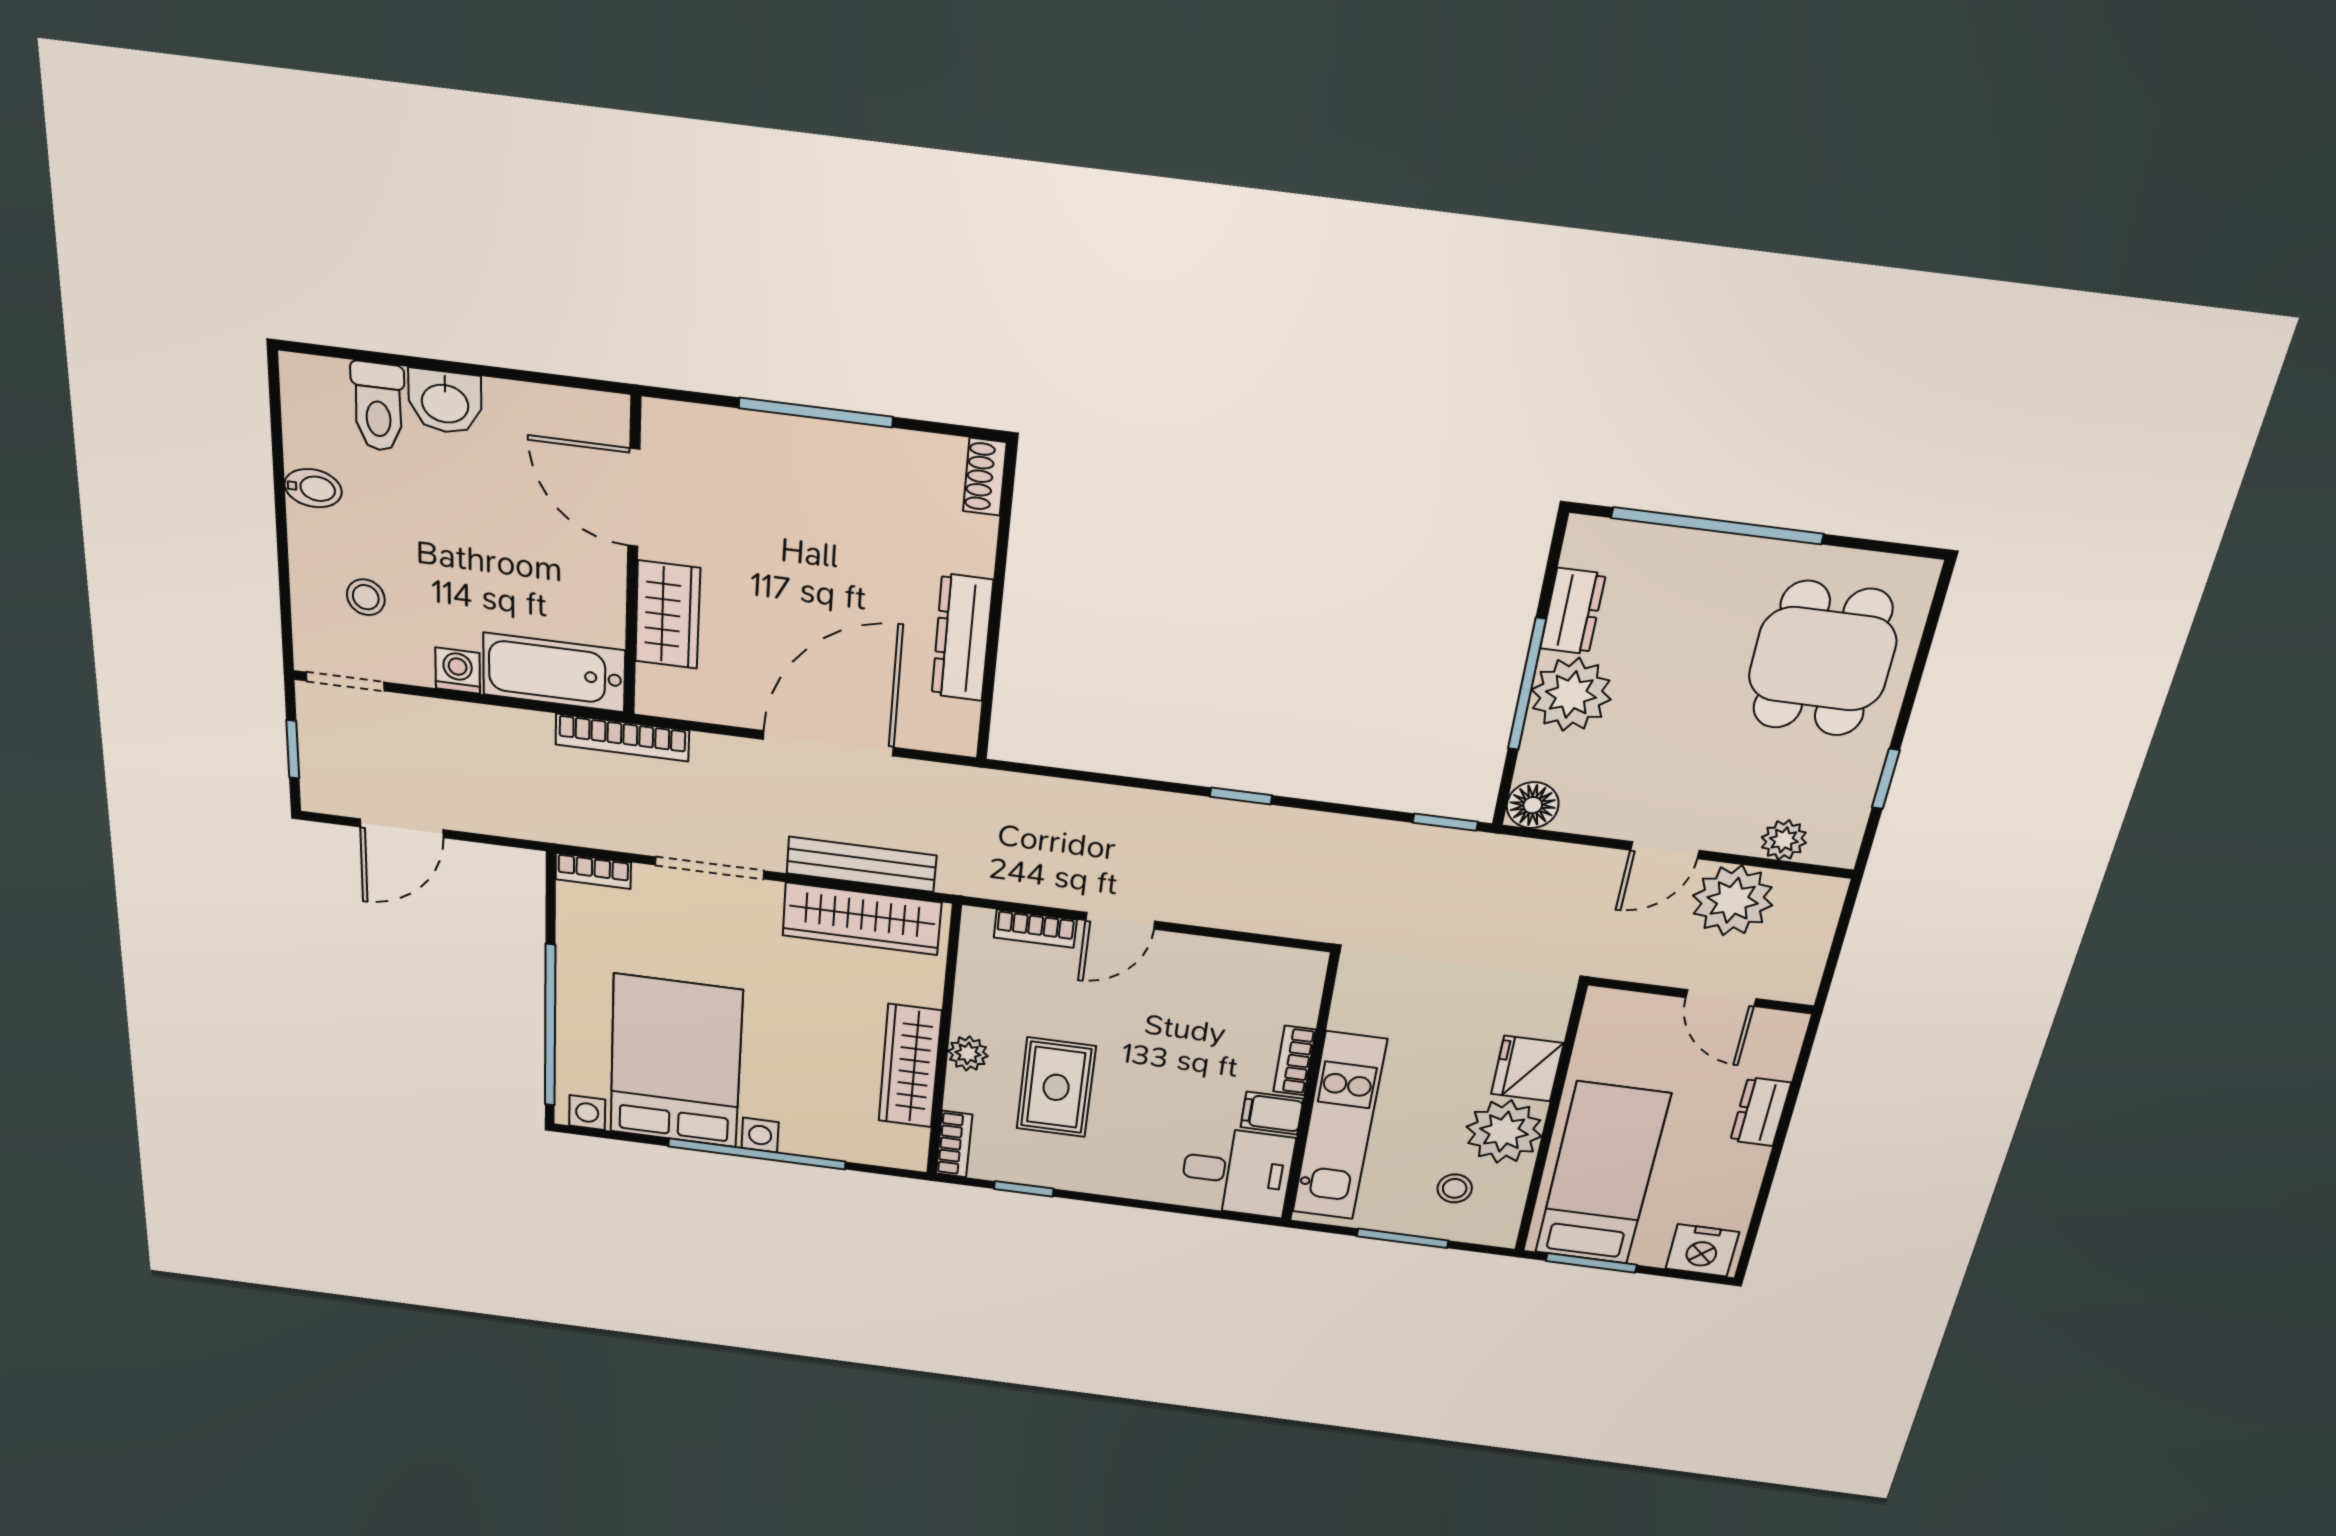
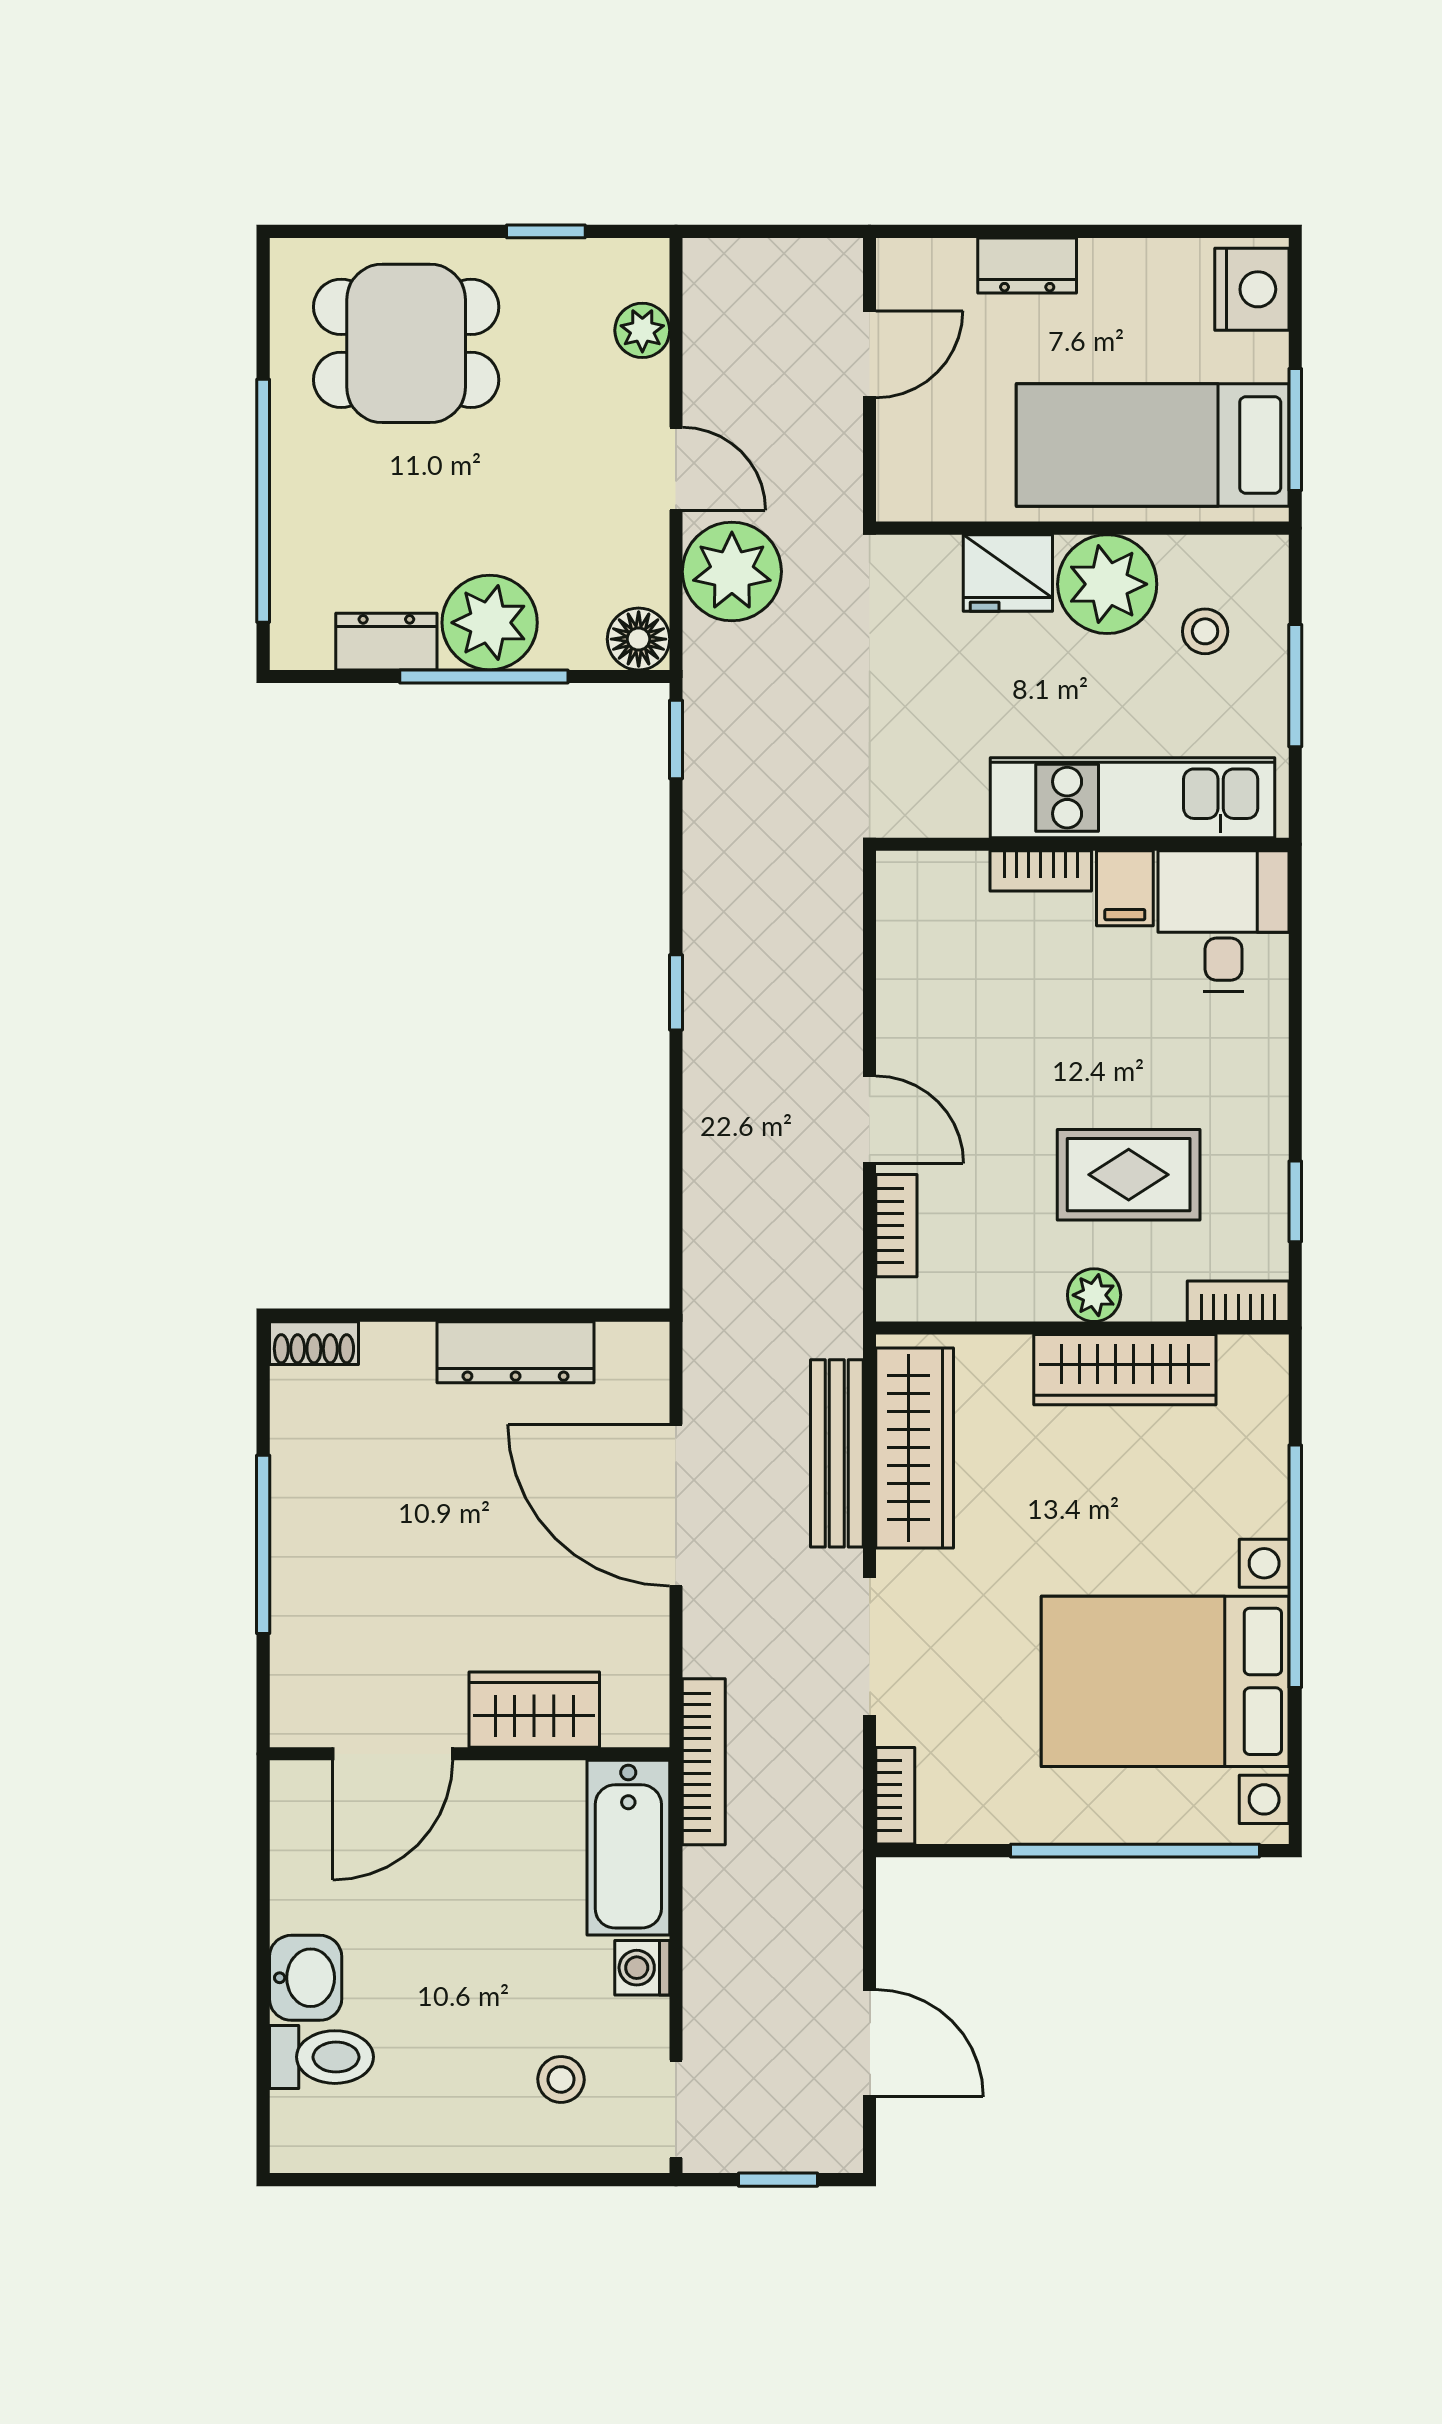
bidet: (313, 488) -> (431, 2139), removed
plant: (1733, 900) -> (732, 572), moved

